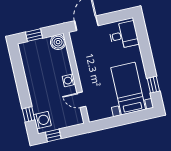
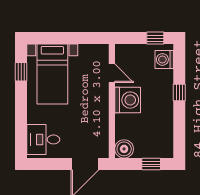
washing machine: (69, 80) -> (128, 100), width x1.89, depth x1.89
window: (29, 114) -> (179, 93), moved

